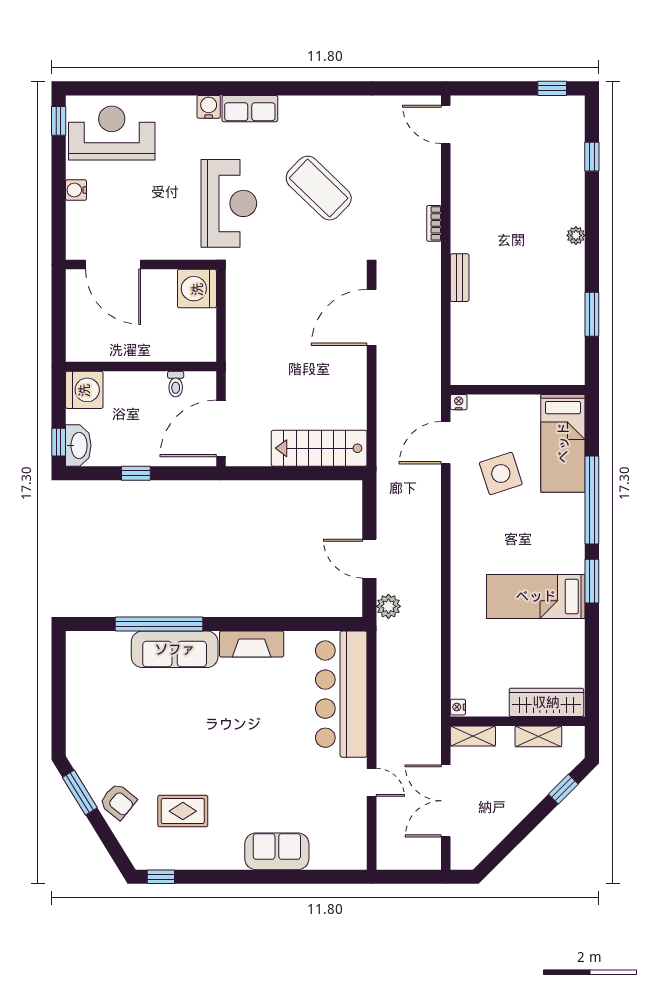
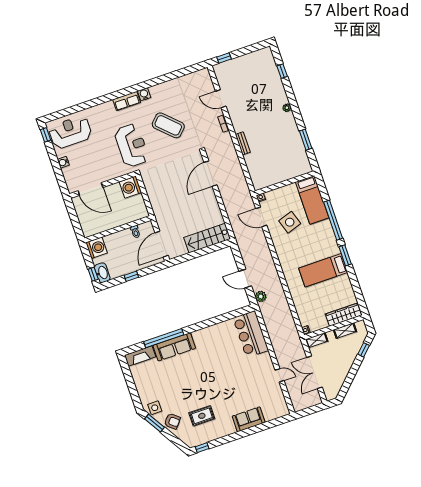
window: (552, 88) -> (224, 58), moved
water cooler: (209, 107) -> (144, 94), moved
door: (446, 124) -> (221, 99), moved
door: (446, 443) -> (261, 217), hinge flipped
fireplace: (252, 644) -> (140, 356), moved
bar counter: (341, 694) -> (251, 334), width x0.73
side table: (91, 761) -> (155, 408), added

